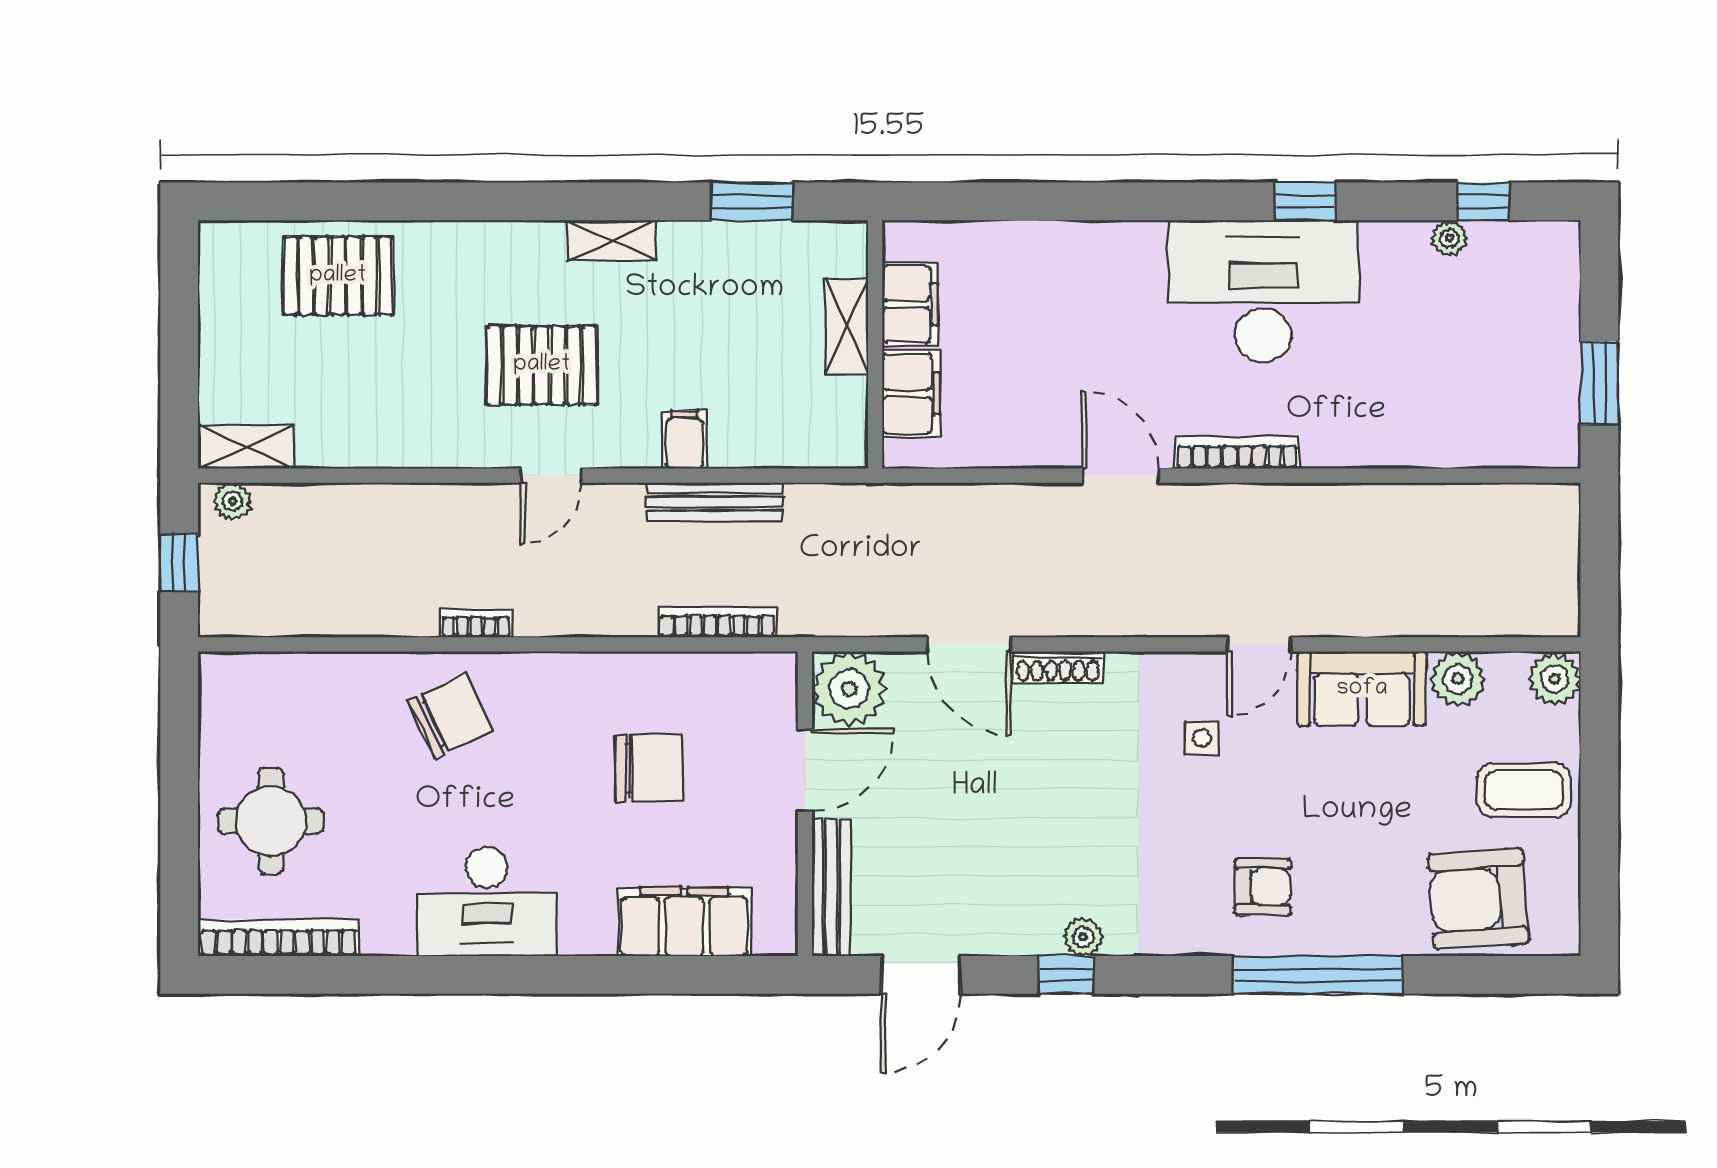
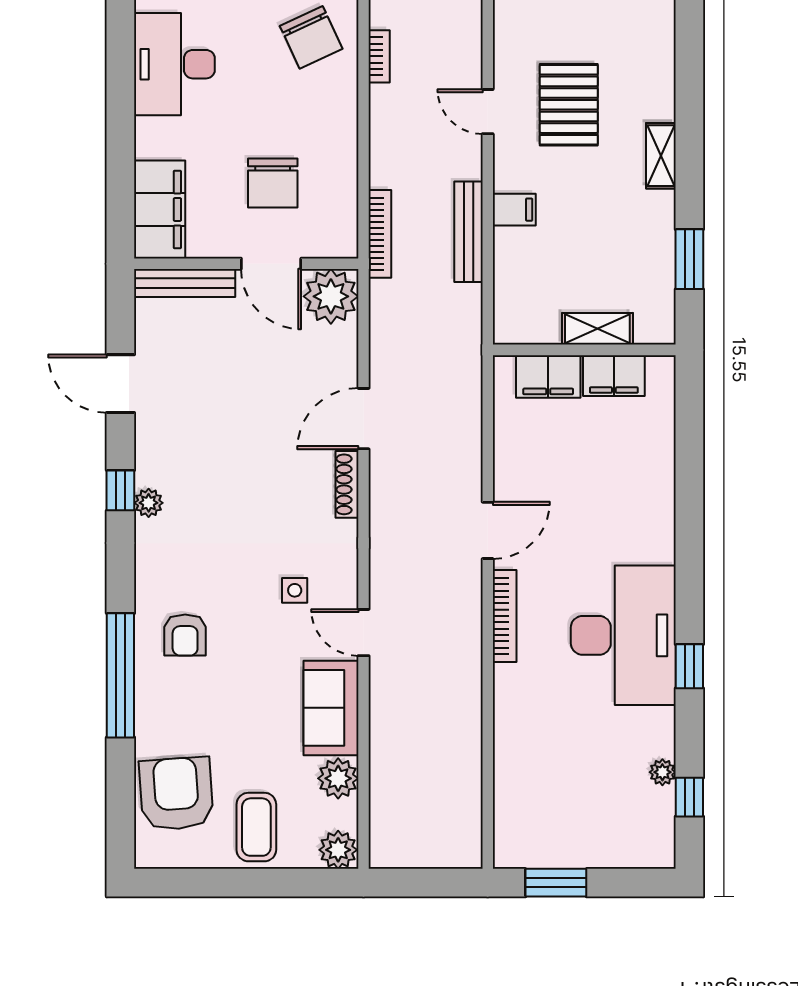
plant: (849, 689) -> (331, 296), moved
door: (805, 770) -> (271, 264), moved
wall: (805, 804) -> (246, 264), moved
bench: (831, 888) -> (185, 283), moved

